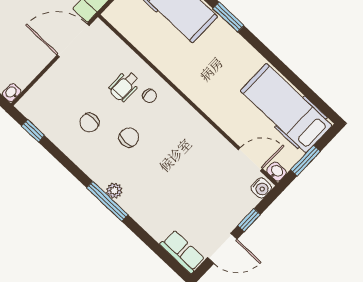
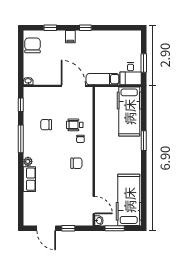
chair: (129, 137) -> (76, 163), moved
water cooler: (261, 188) -> (86, 221), removed
window: (107, 201) -> (21, 139), moved
row of seats: (182, 252) -> (29, 179), moved

